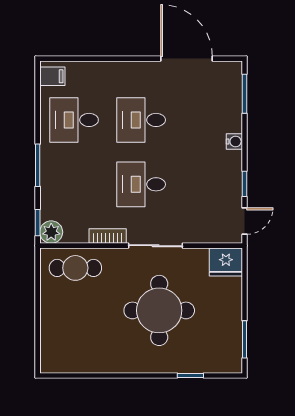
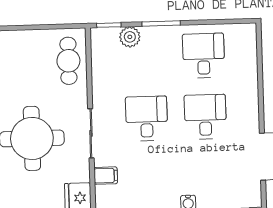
filing cabinet: (52, 76) -> (106, 176), moved, turned -90
plant: (51, 232) -> (130, 37), moved
bookcase: (108, 236) -> (98, 89), removed

